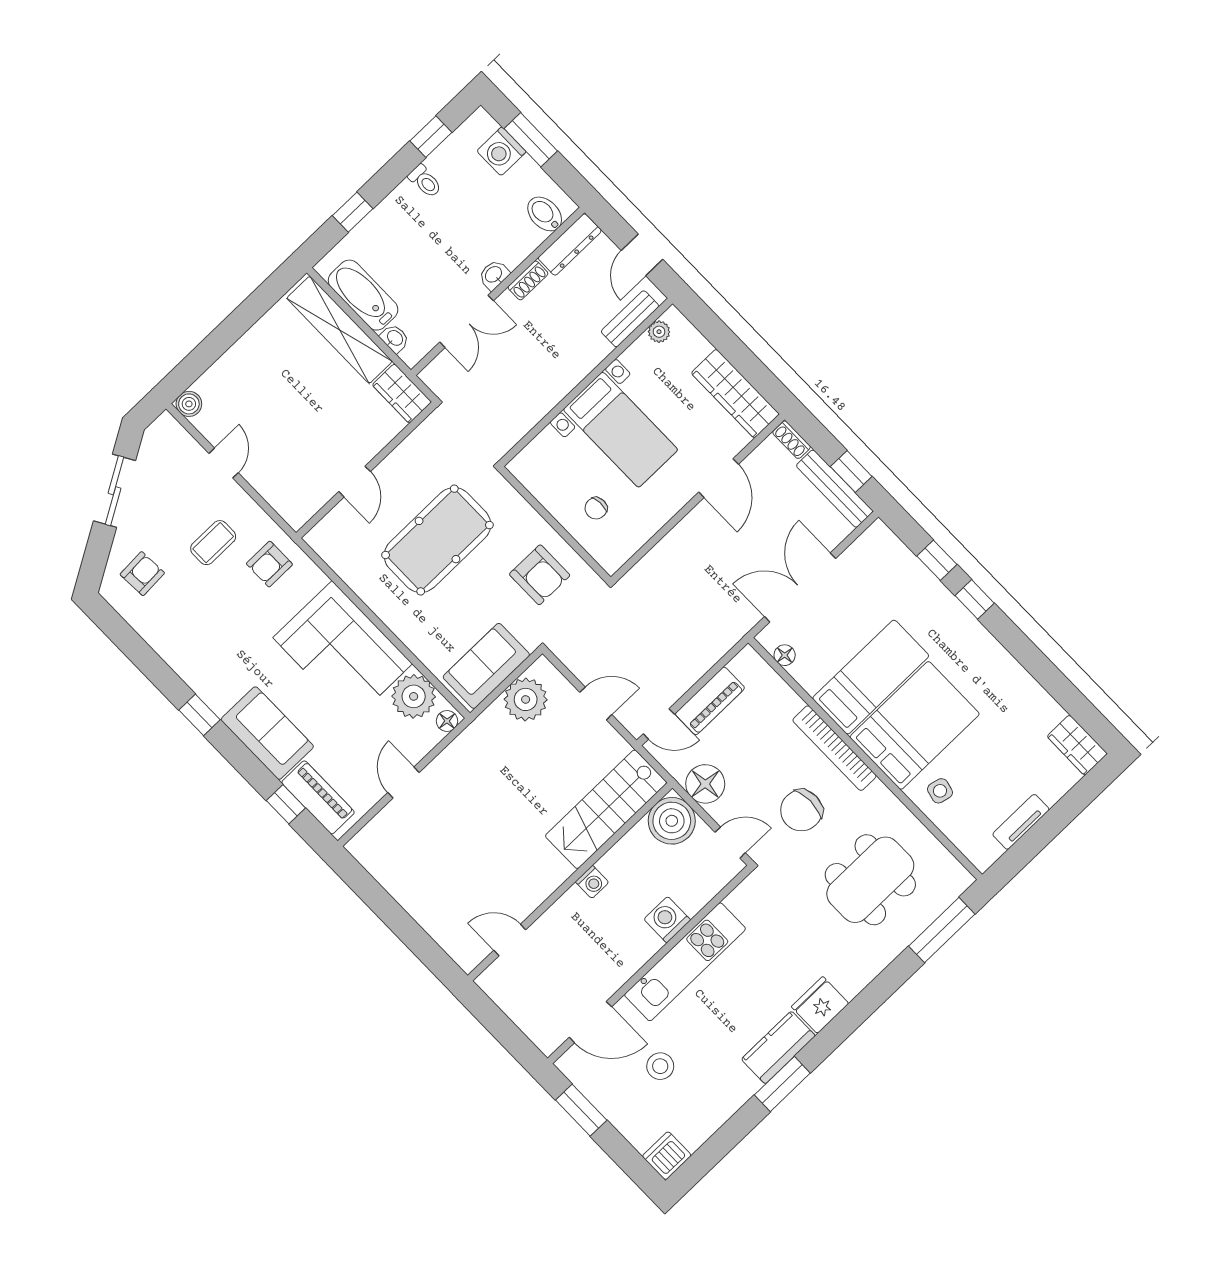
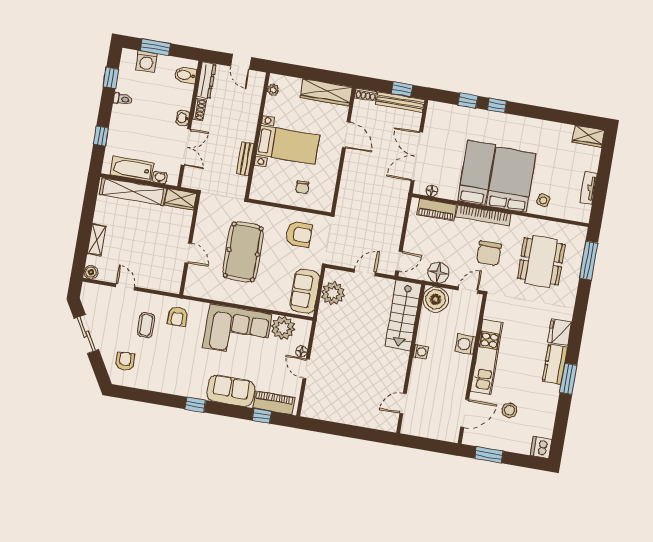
bench: (630, 319) -> (245, 159), moved
shelving: (233, 362) -> (97, 240), added
piano: (710, 701) -> (437, 210), moved, turned 90
floor lamp: (447, 721) -> (301, 351), moved

